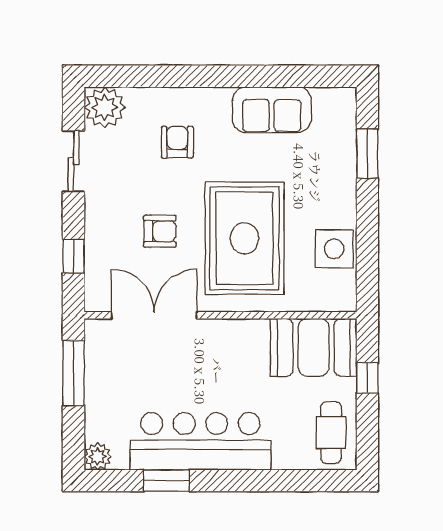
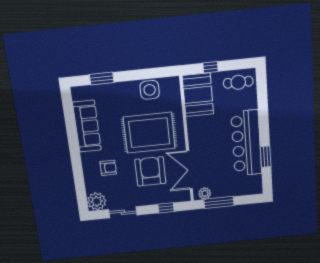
sofa: (272, 110) -> (87, 126), width x1.36
armchair: (177, 142) -> (108, 168), turned 180
armchair: (160, 231) -> (150, 171), width x1.88, depth x1.88
plant: (98, 456) -> (205, 193), moved

